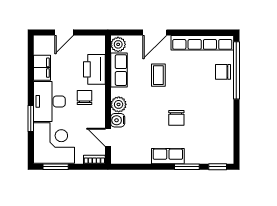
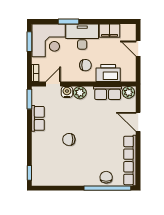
coffee table: (158, 75) -> (103, 125), removed
row of seats: (168, 156) -> (38, 118), moved
window: (187, 167) -> (29, 99), moved

